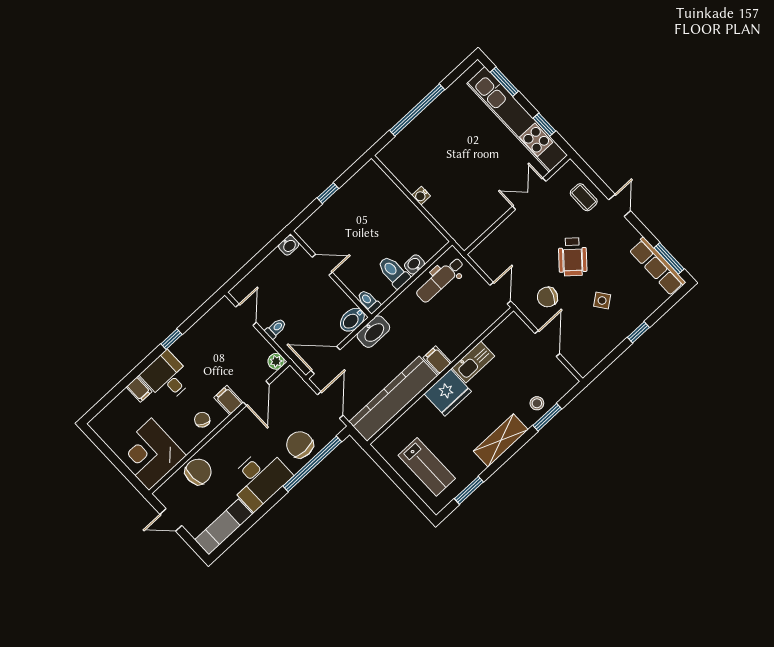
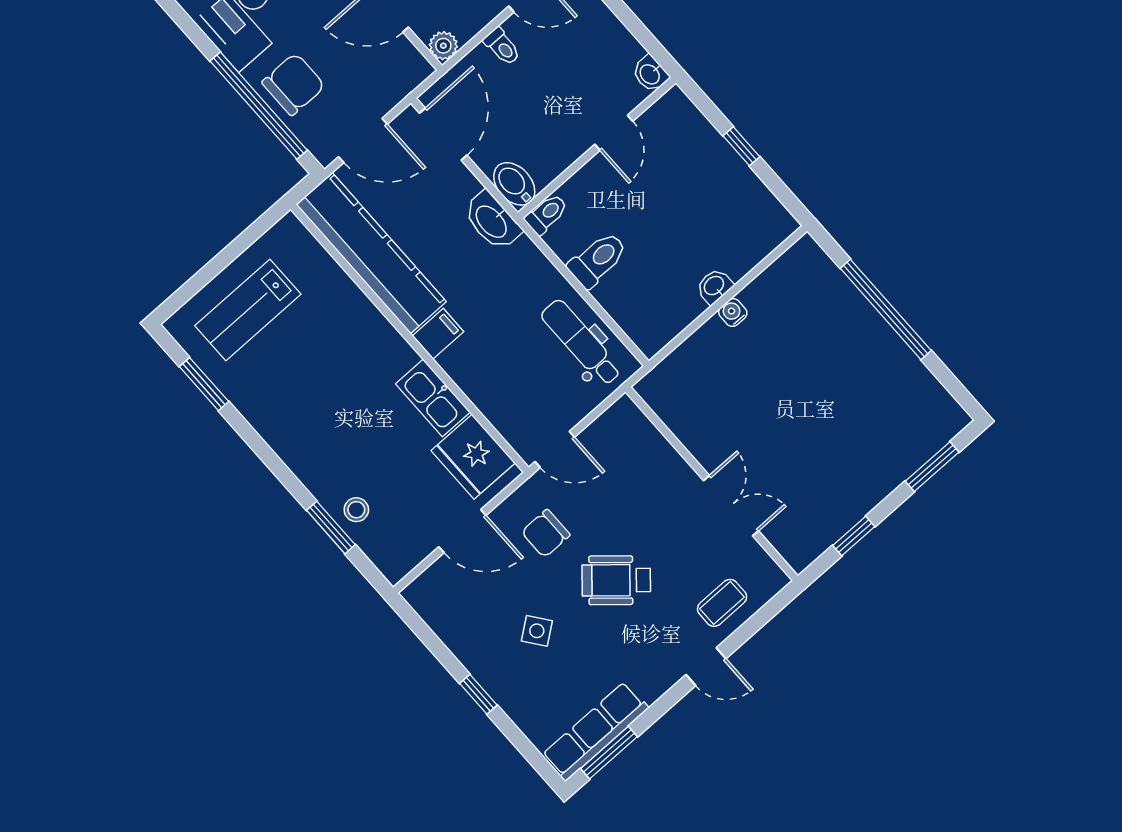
kitchen unit: (517, 119) -> (864, 488), removed
washbasin: (414, 264) -> (714, 286), moved, turned -90
chair: (547, 297) -> (546, 533), turned -113
fridge: (448, 393) -> (473, 457), moved
shelving: (501, 440) -> (292, 443), removed

